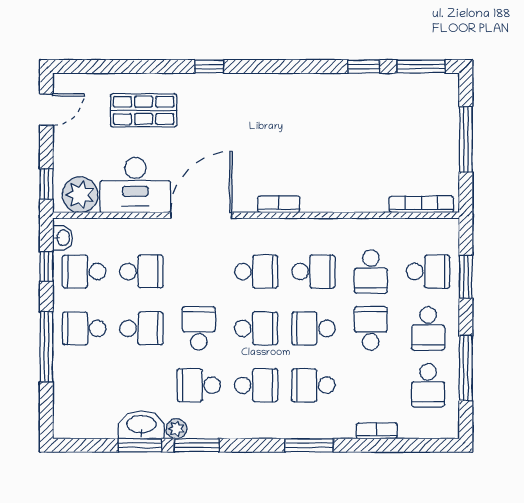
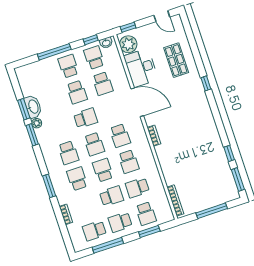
school desk: (199, 385) -> (60, 127), removed

